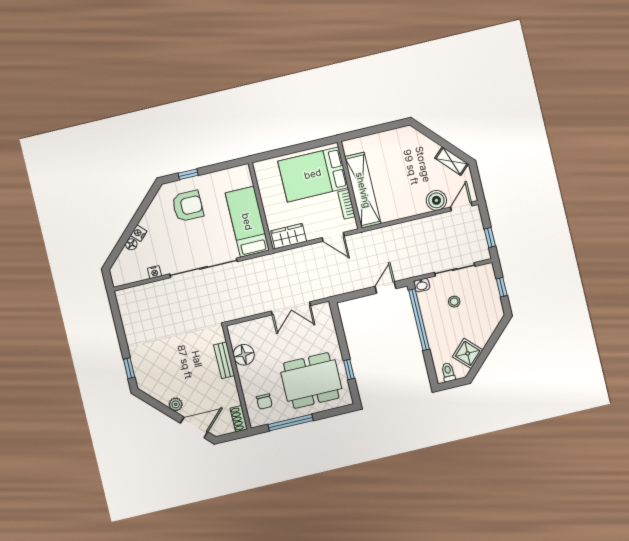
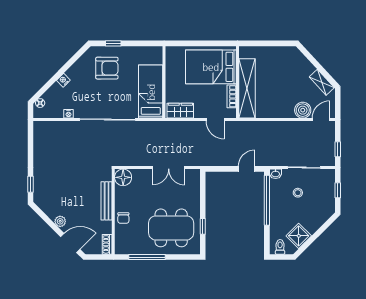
floor lamp: (131, 244) -> (40, 103), moved
floor lamp: (244, 355) -> (123, 177), moved
bench: (224, 360) -> (107, 201), width x1.36
chair: (264, 402) -> (123, 218), moved

